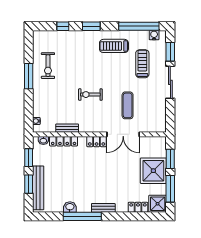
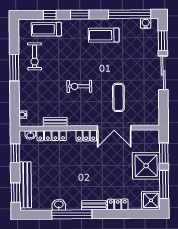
treadmill: (142, 64) -> (46, 29), moved, turned -90
window: (29, 184) -> (15, 193), moved
locker: (138, 207) -> (118, 204), moved

